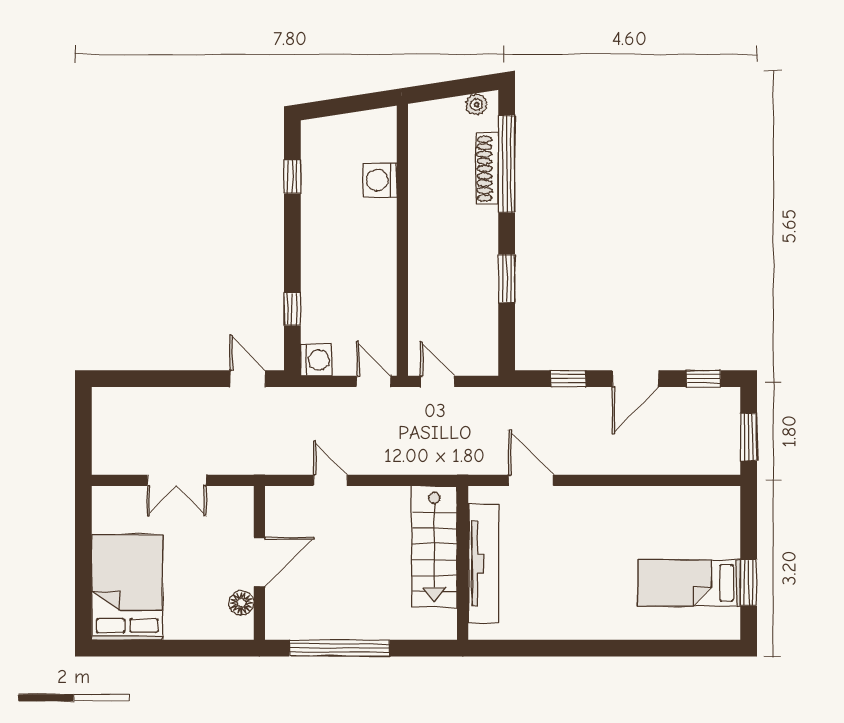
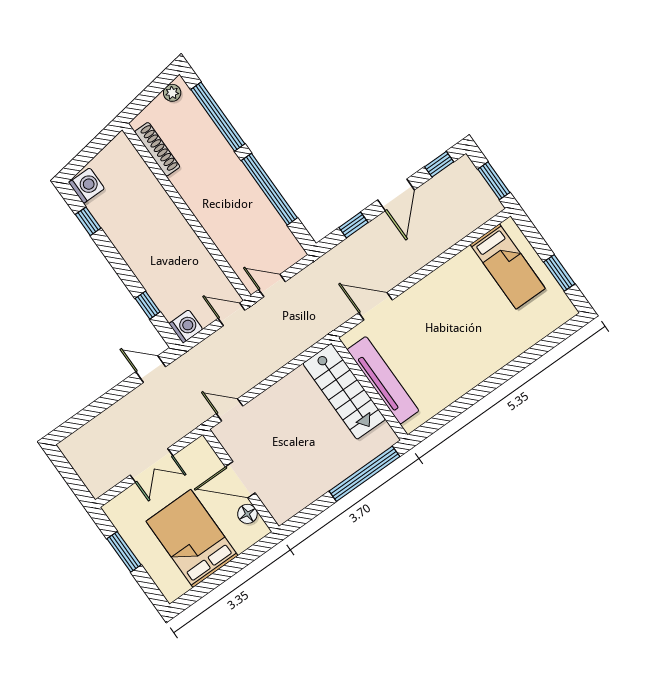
shoe rack: (487, 169) -> (157, 149), moved, turned 180
washing machine: (380, 180) -> (87, 186), moved, turned 180
window: (507, 278) -> (269, 189), width x2.11
door: (330, 480) -> (230, 410), moved
window: (83, 551) -> (124, 552), added
door: (259, 562) -> (240, 480), swing flipped
bed: (689, 583) -> (508, 266), moved, turned -90
bed: (127, 587) -> (192, 538), moved
window: (339, 648) -> (364, 474), moved

